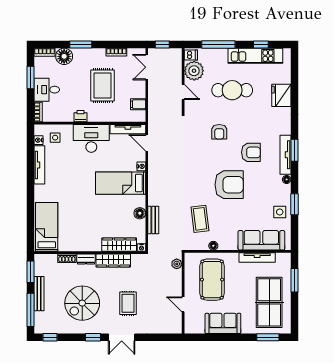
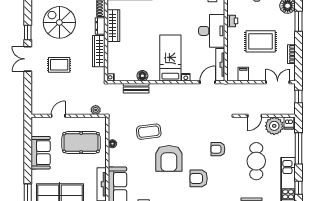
armchair: (251, 152) -> (199, 178), turned 90
coffee table: (200, 219) -> (149, 132), moved
wardrobe: (119, 245) -> (113, 26), moved

